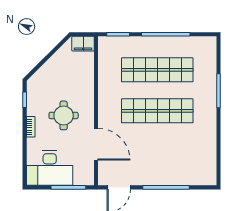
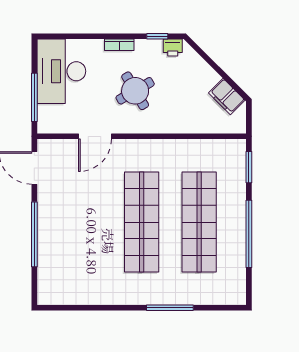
filing cabinet: (83, 44) -> (227, 97), moved, turned -45
printer: (33, 89) -> (173, 47), added
round table: (64, 115) -> (135, 91), turned -30
door: (96, 144) -> (95, 136), width x0.73

